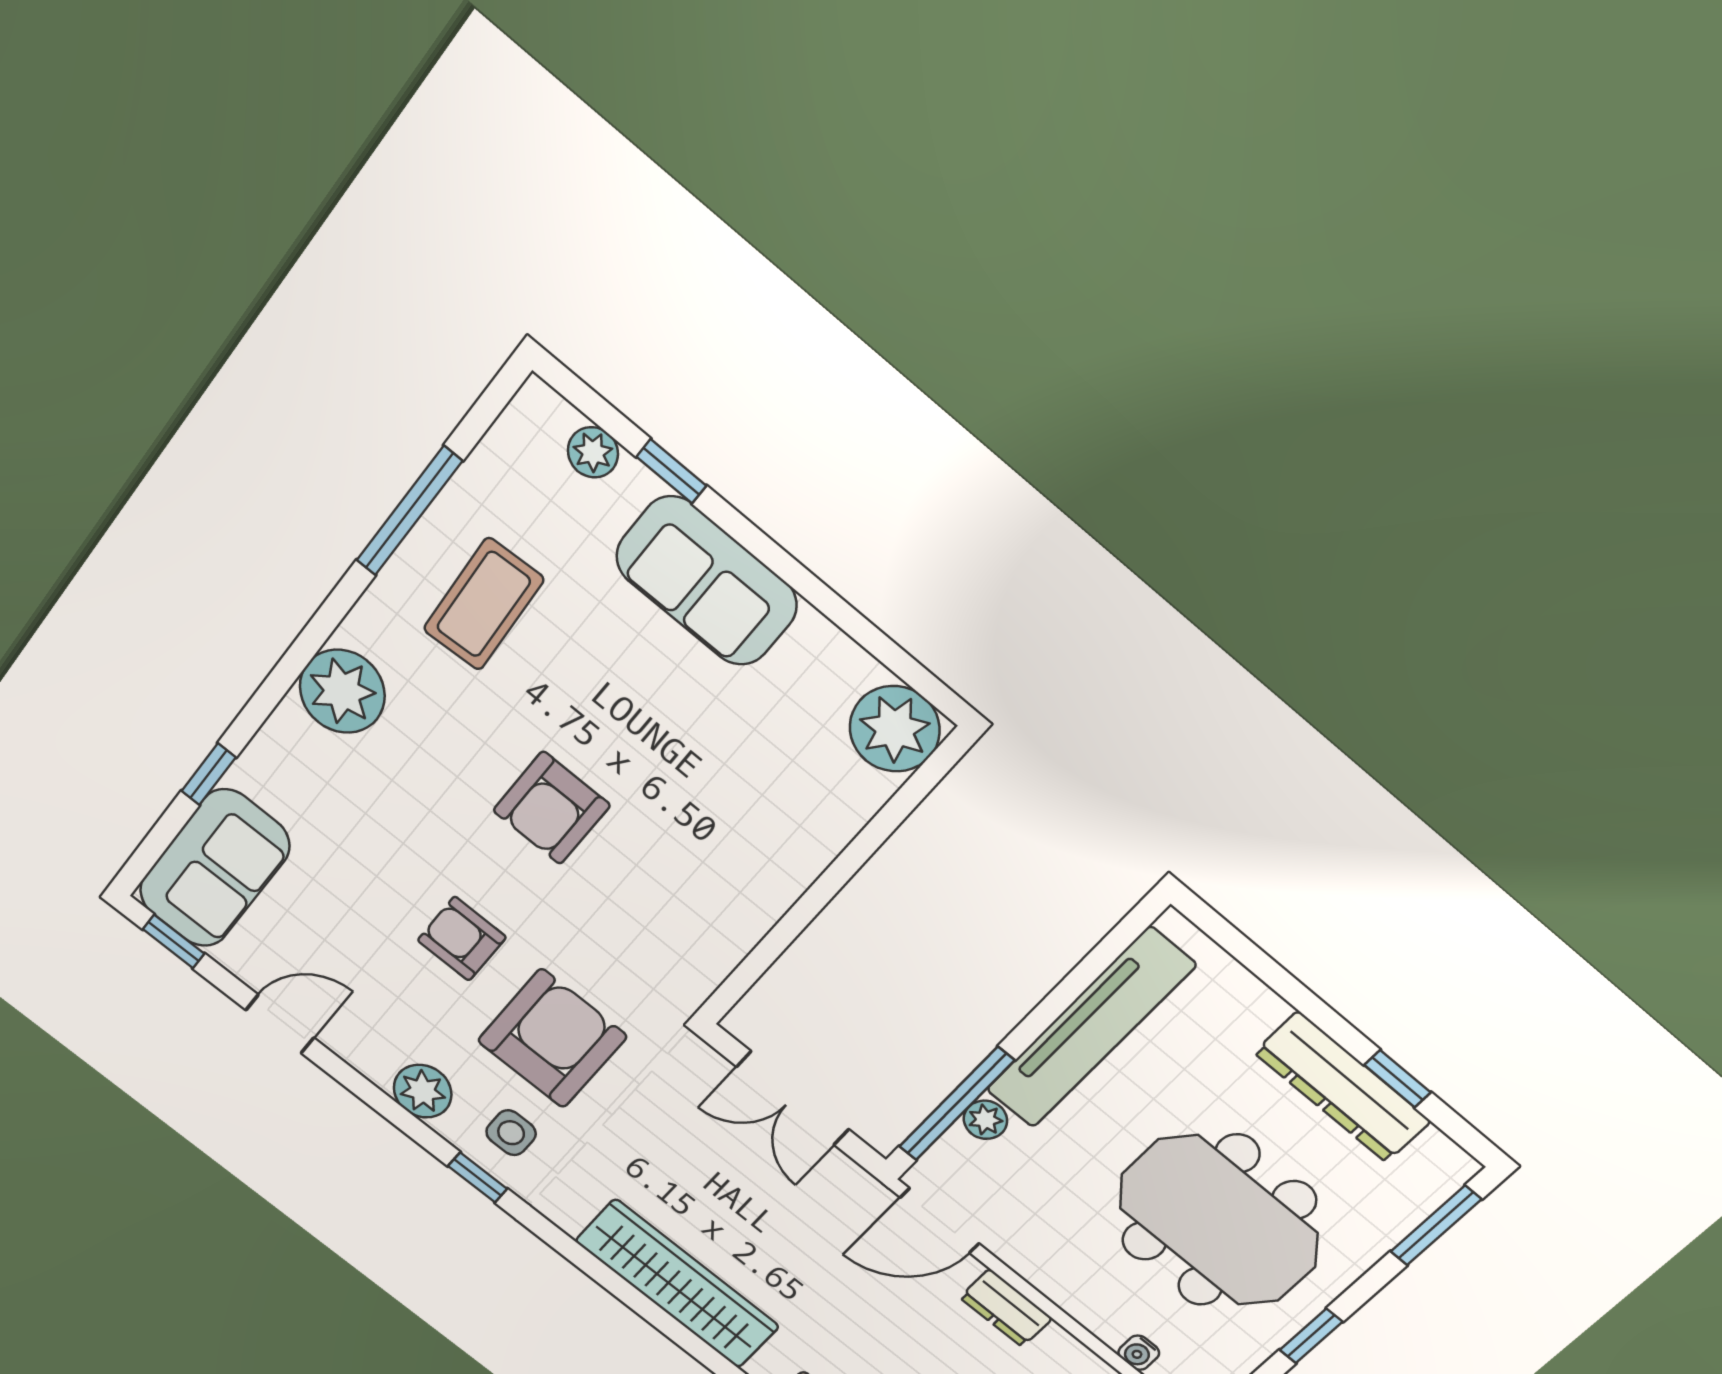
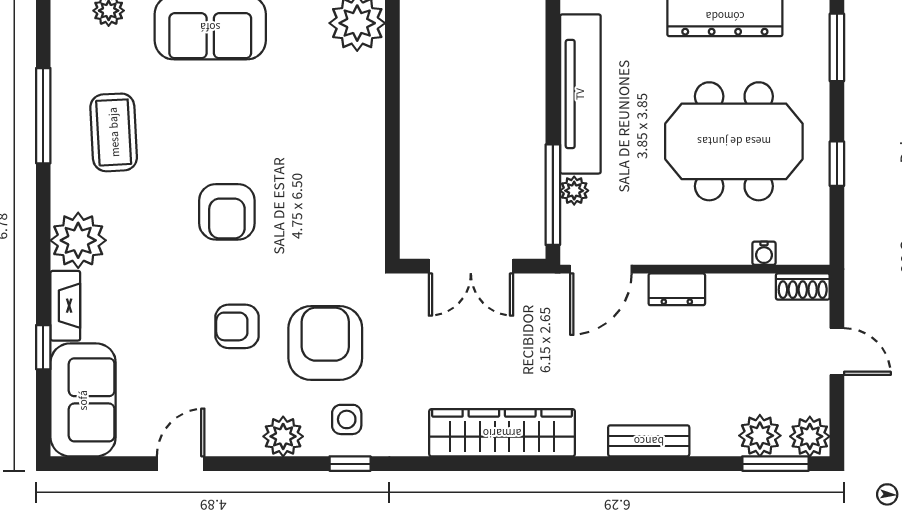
fireplace: (270, 751) -> (65, 306), added
window: (174, 941) -> (91, 464), removed

